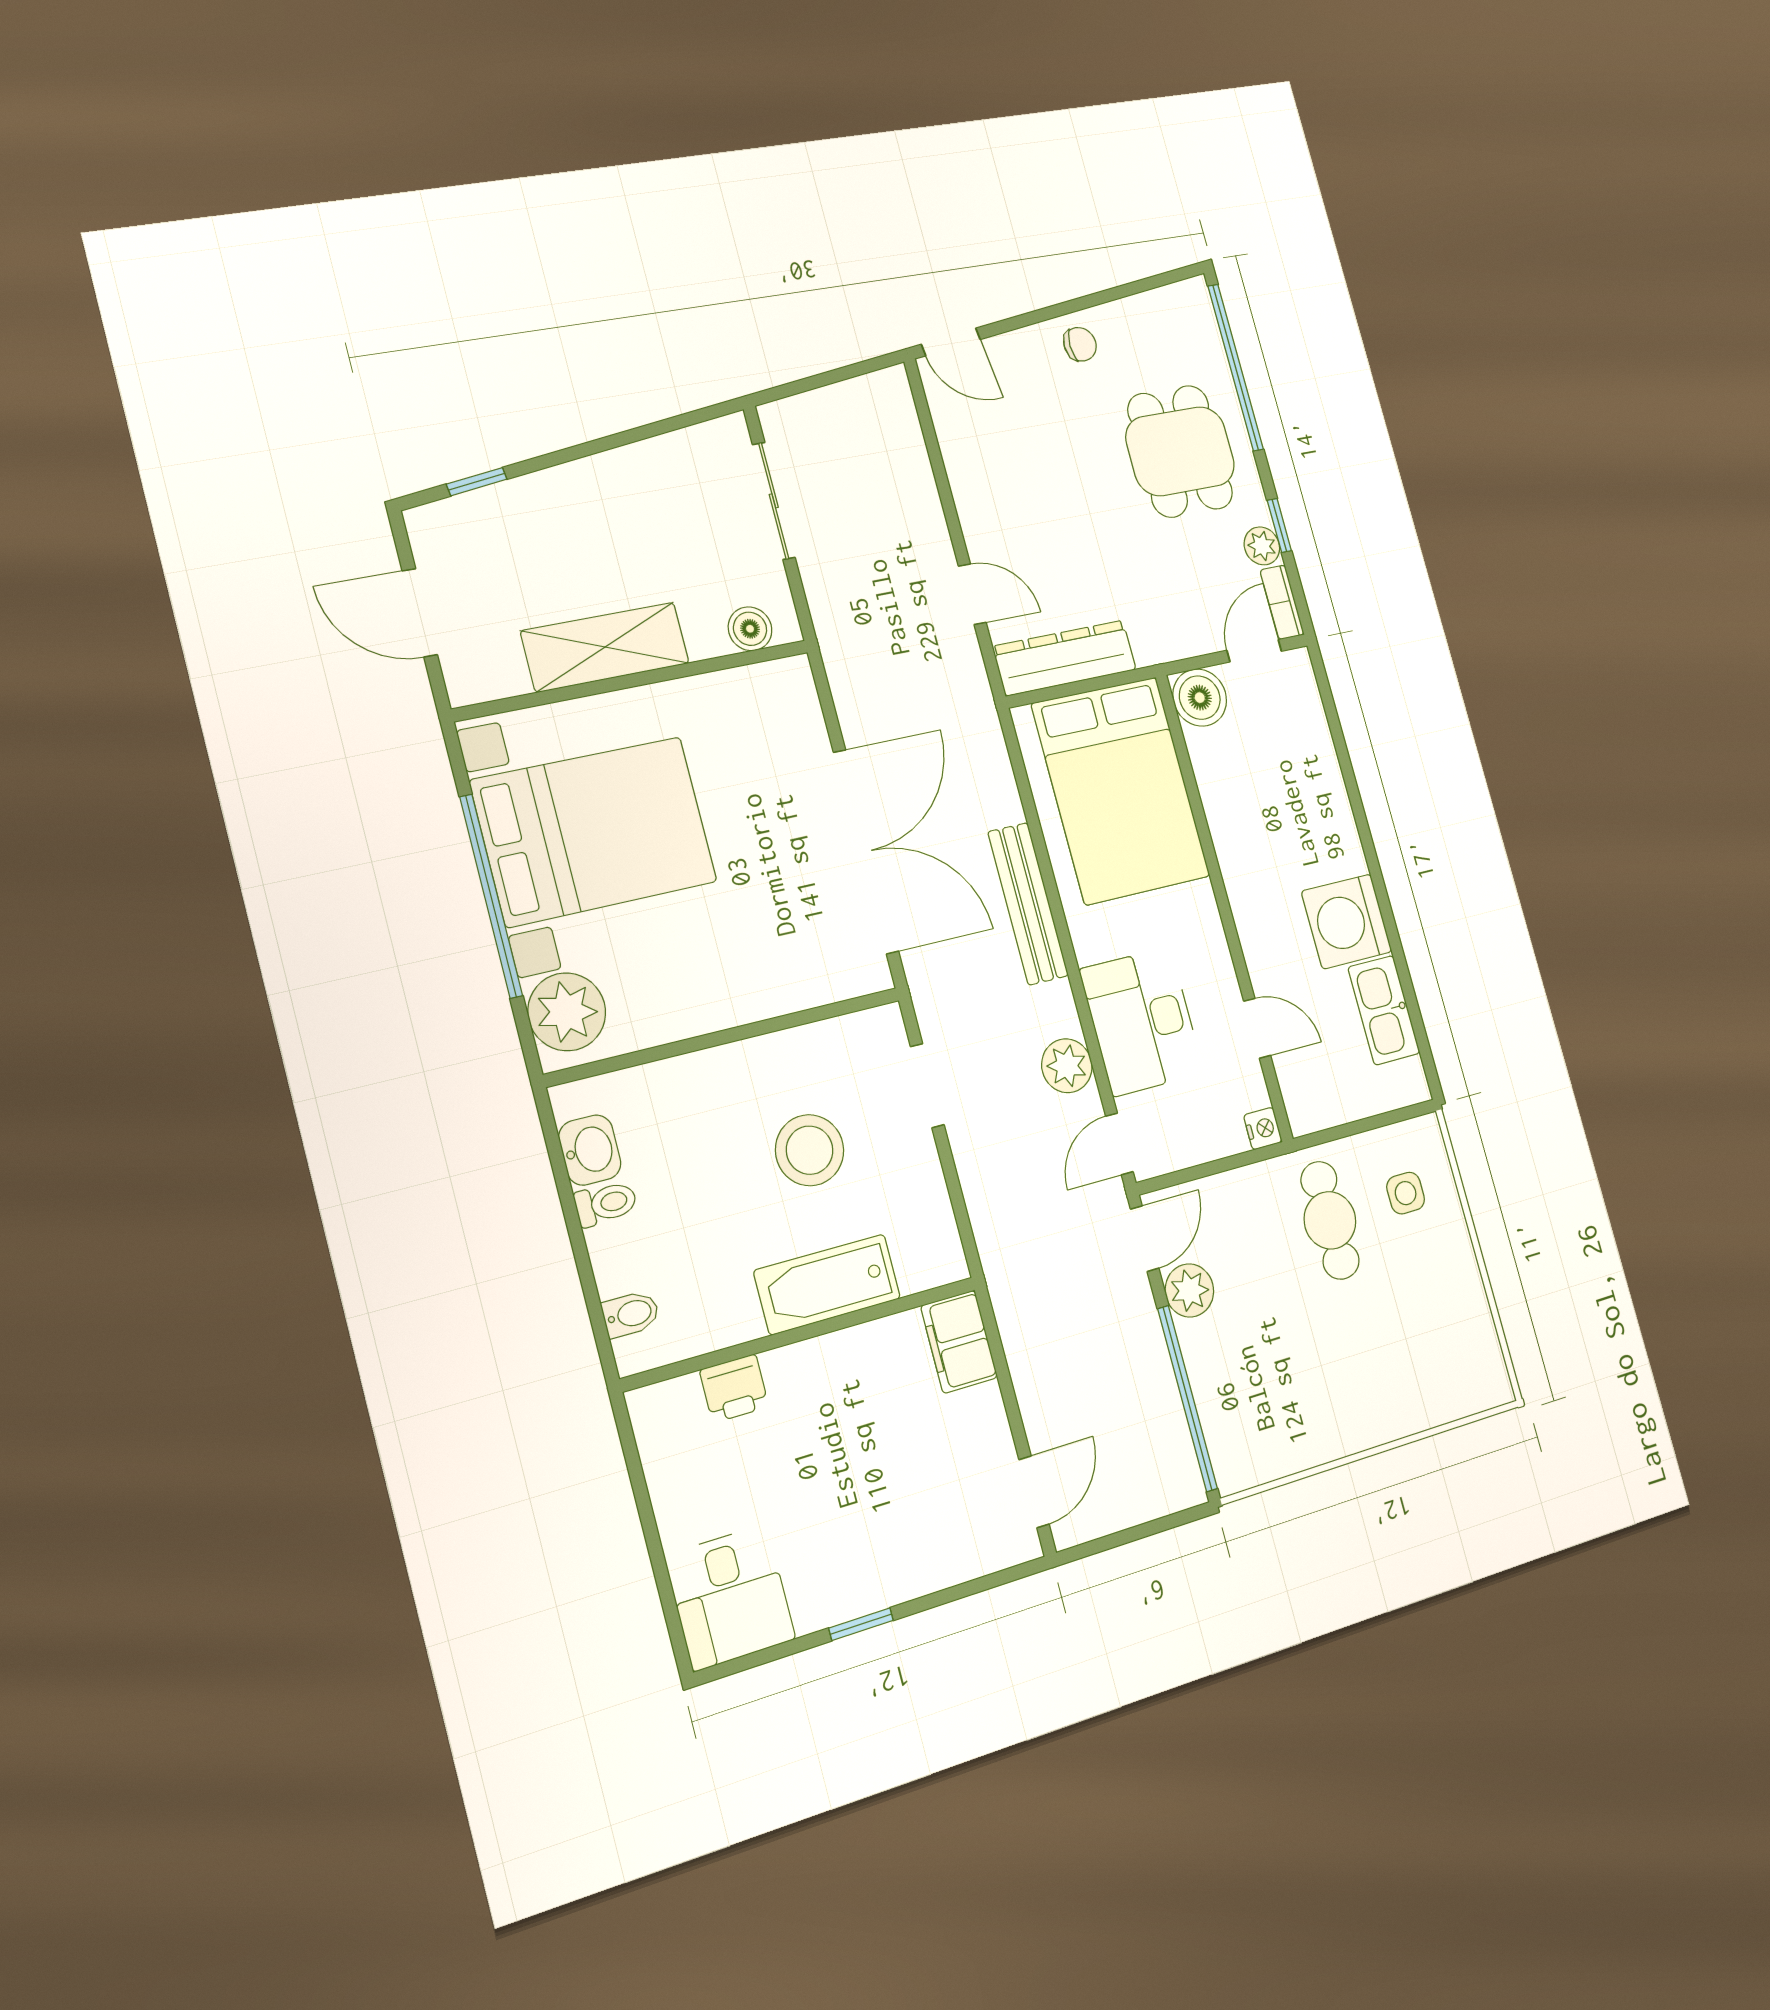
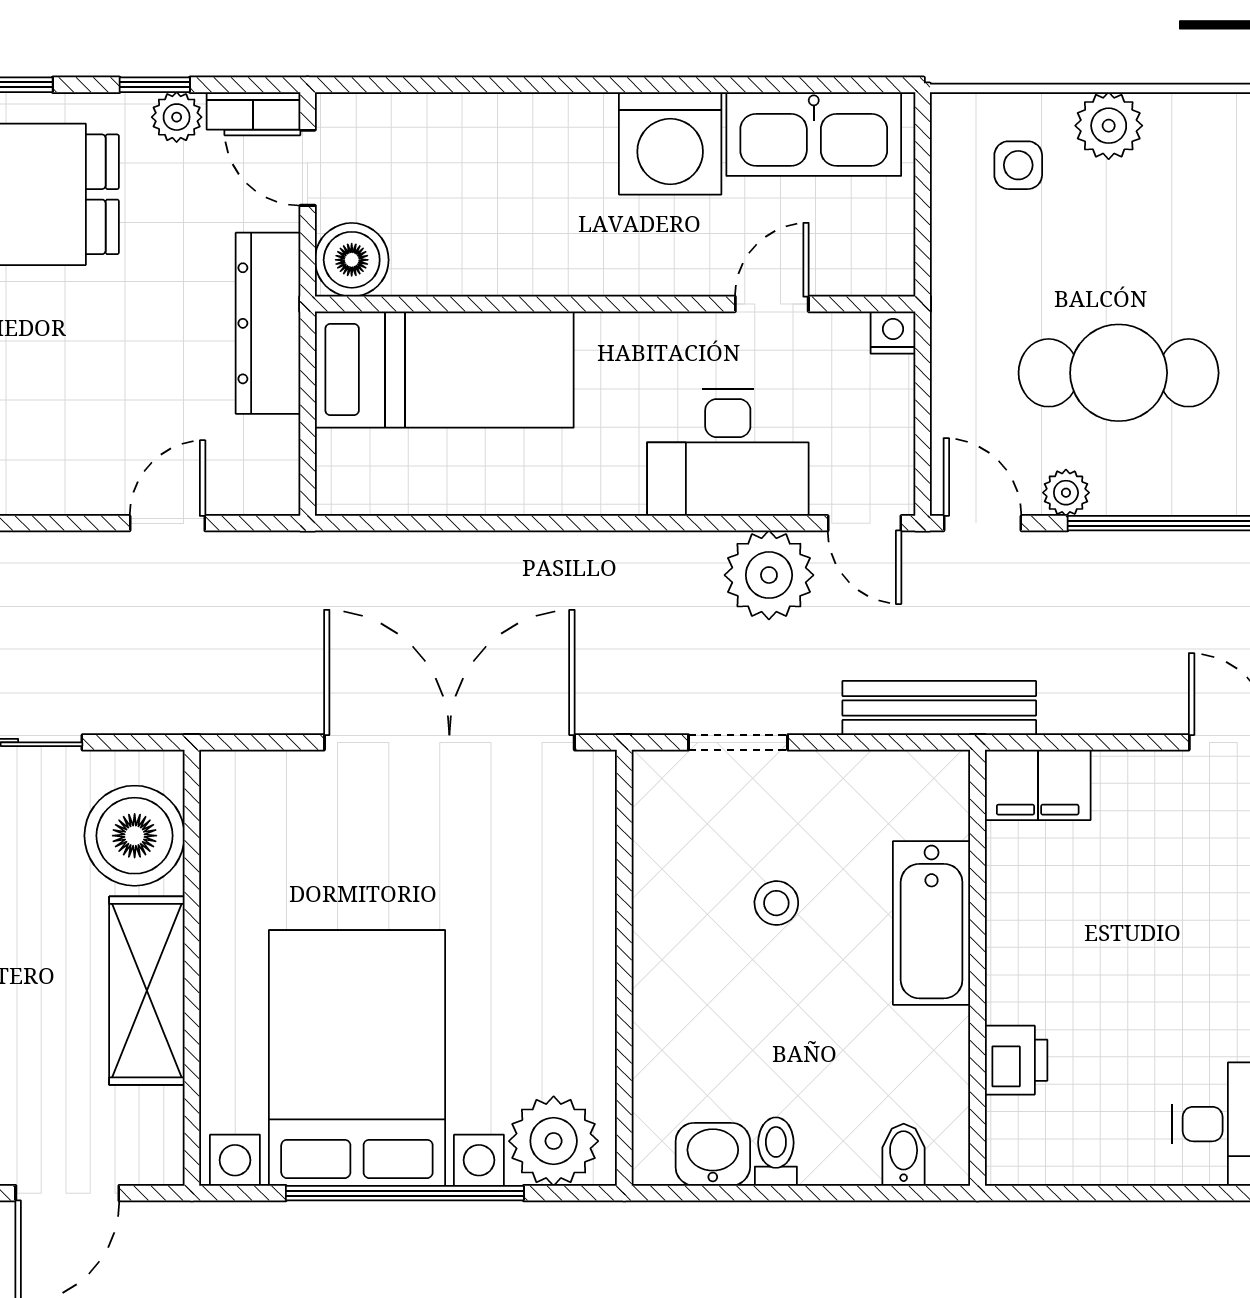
boiler: (750, 629) -> (135, 836), width x1.86, depth x1.86
dresser: (1065, 658) -> (268, 323), moved
bed: (1121, 790) -> (444, 369), width x0.67
bench: (1028, 904) -> (939, 708), moved
kitchen sink: (1384, 1010) -> (814, 134), width x1.36, depth x1.24
plant: (1067, 1066) -> (769, 575), width x1.36, depth x1.36
stool: (810, 1150) -> (776, 903), width x0.53, depth x0.53
cafe table: (1330, 1220) -> (1119, 373), moved, width x1.37, depth x1.35
plant: (1452, 1255) -> (1109, 126), added
plant: (1189, 1290) -> (1066, 493), width x0.73, depth x0.73

